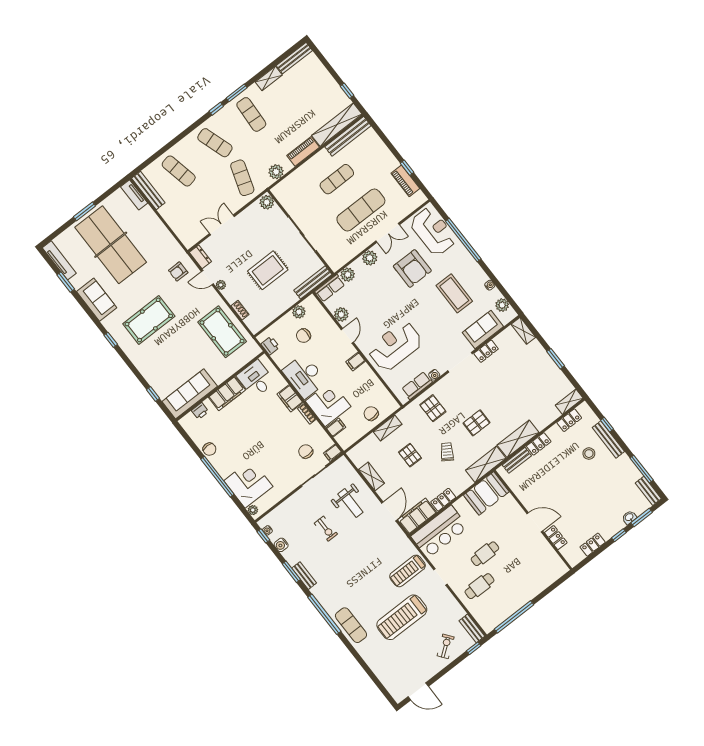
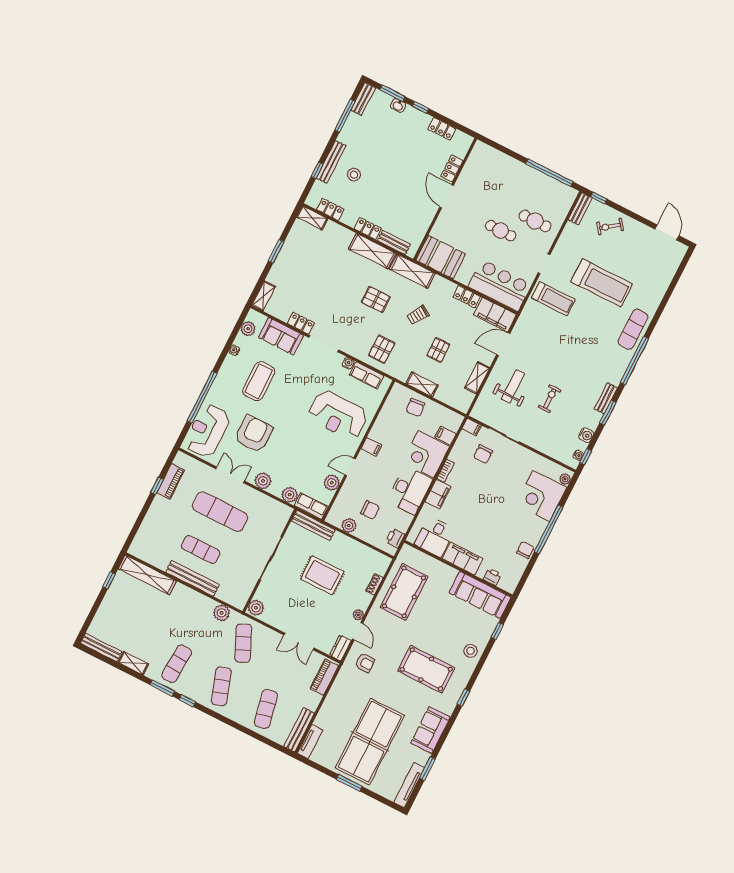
bench: (348, 136) -> (192, 578), moved
piano: (303, 151) -> (324, 677), moved, turned 90
exercise mat: (242, 178) -> (243, 643), turned -42
stool: (147, 364) -> (470, 651), added

